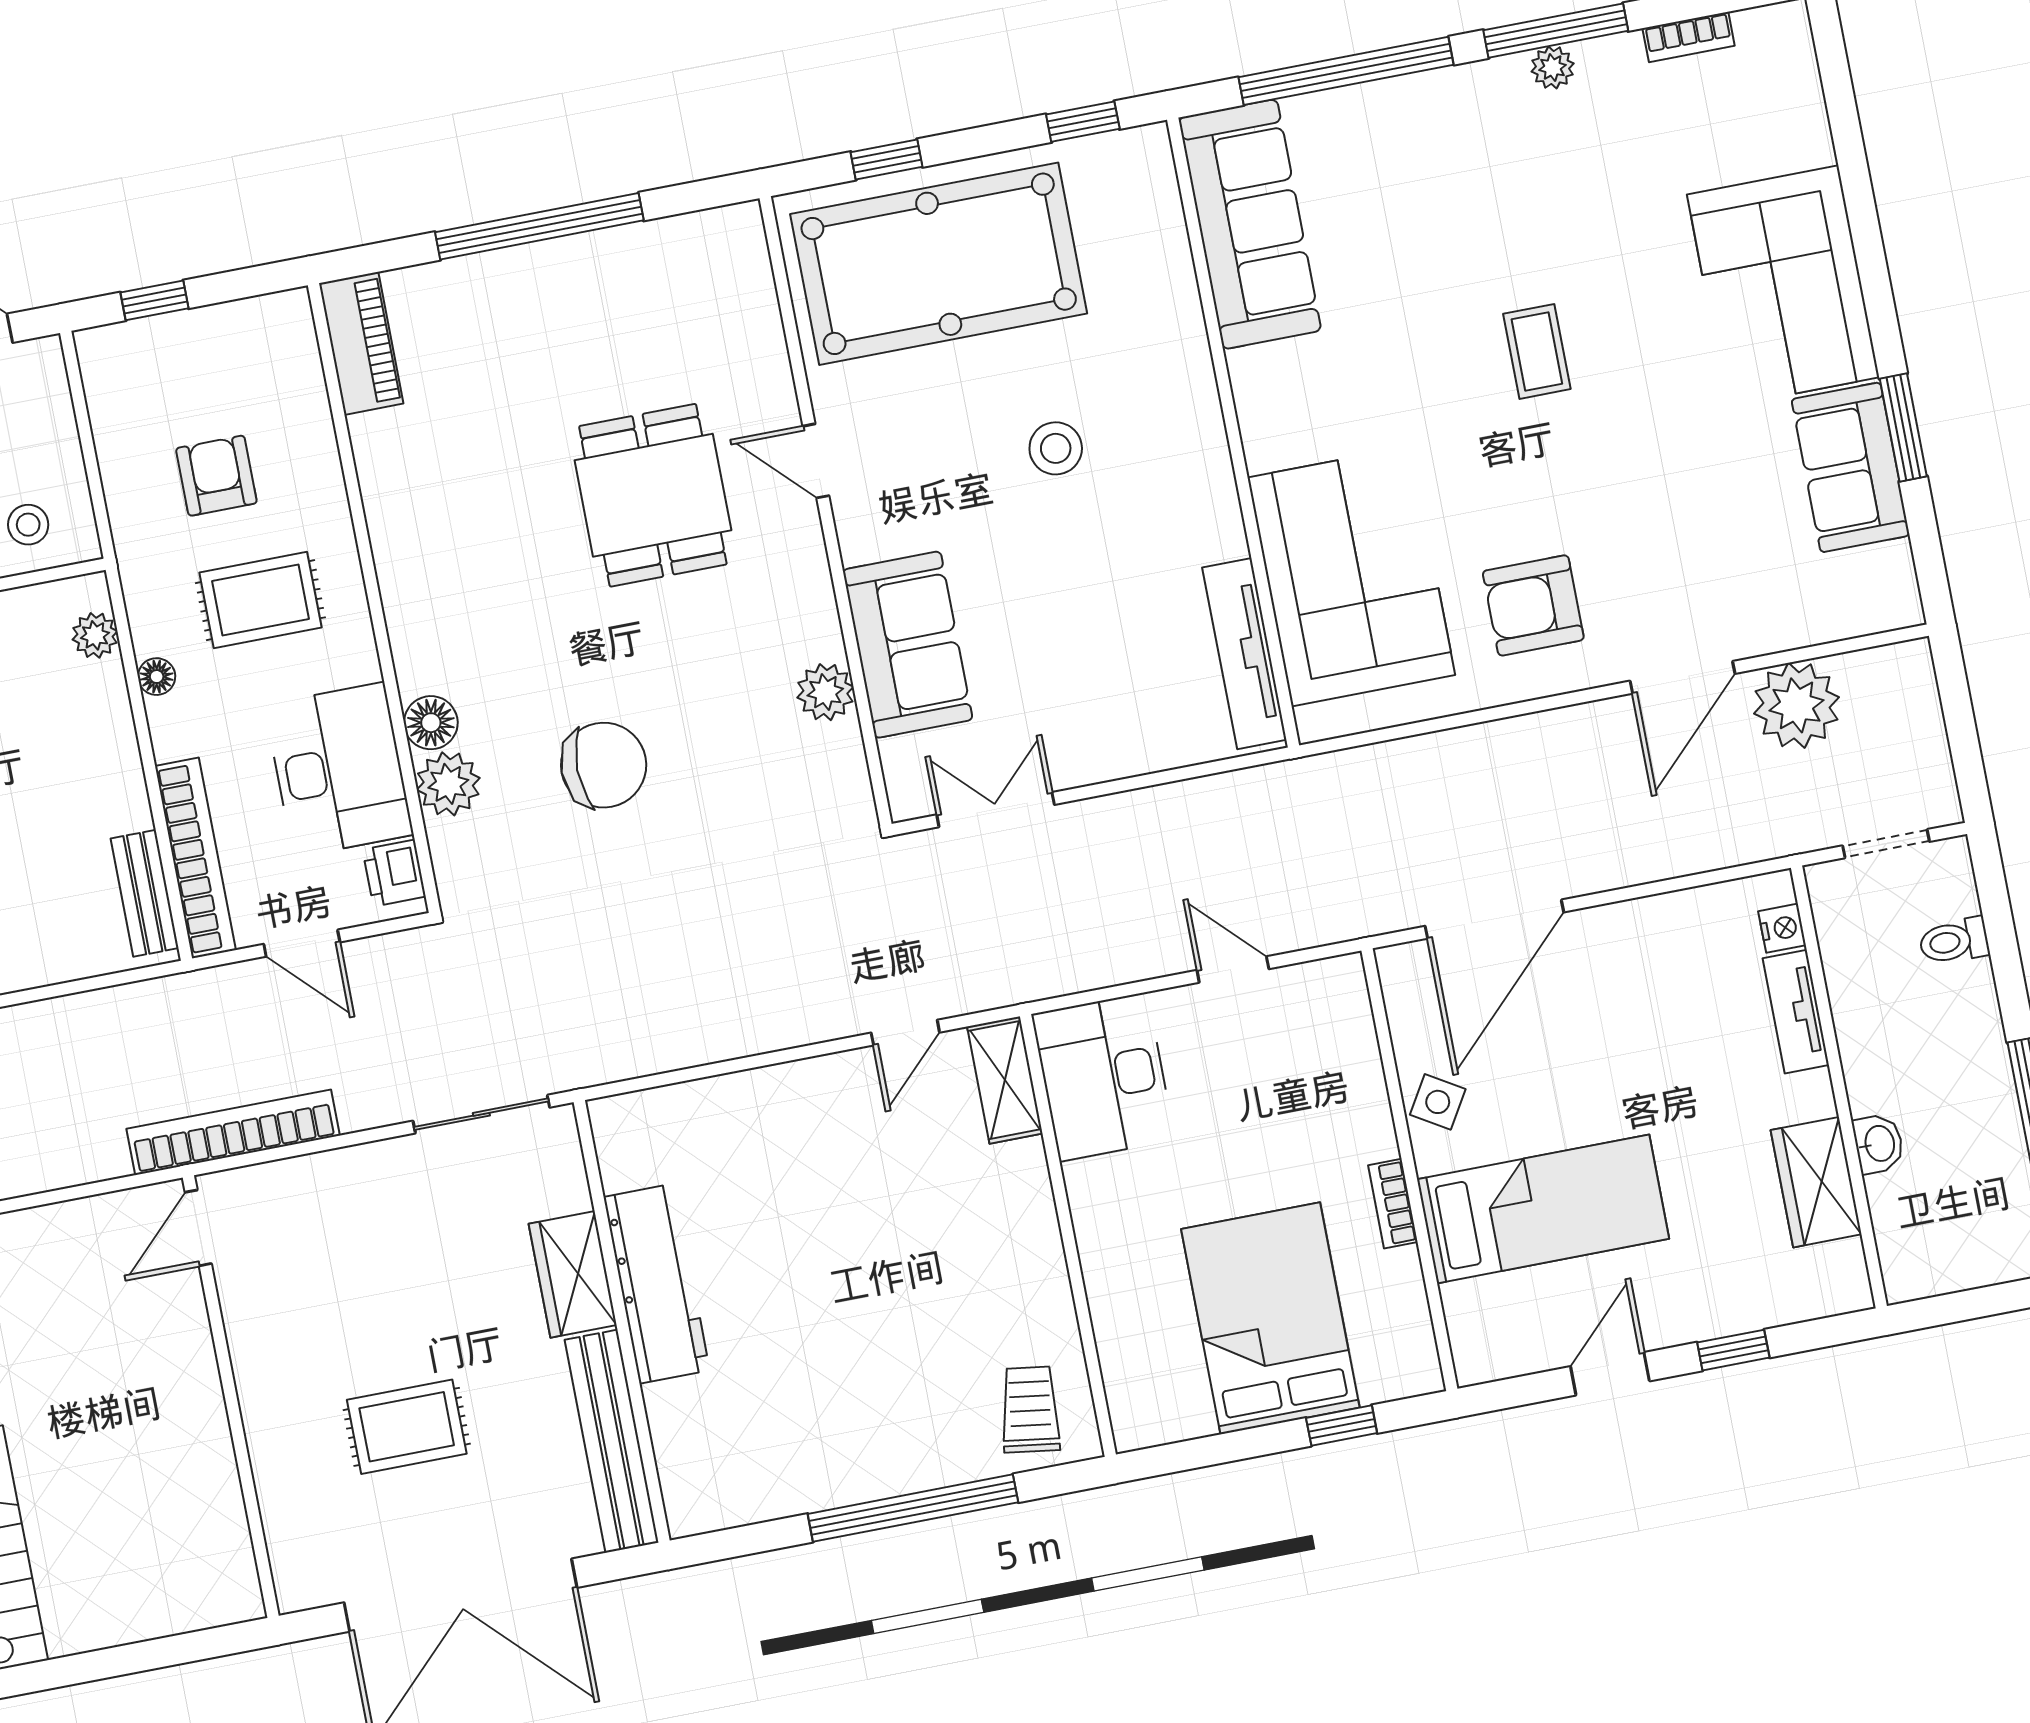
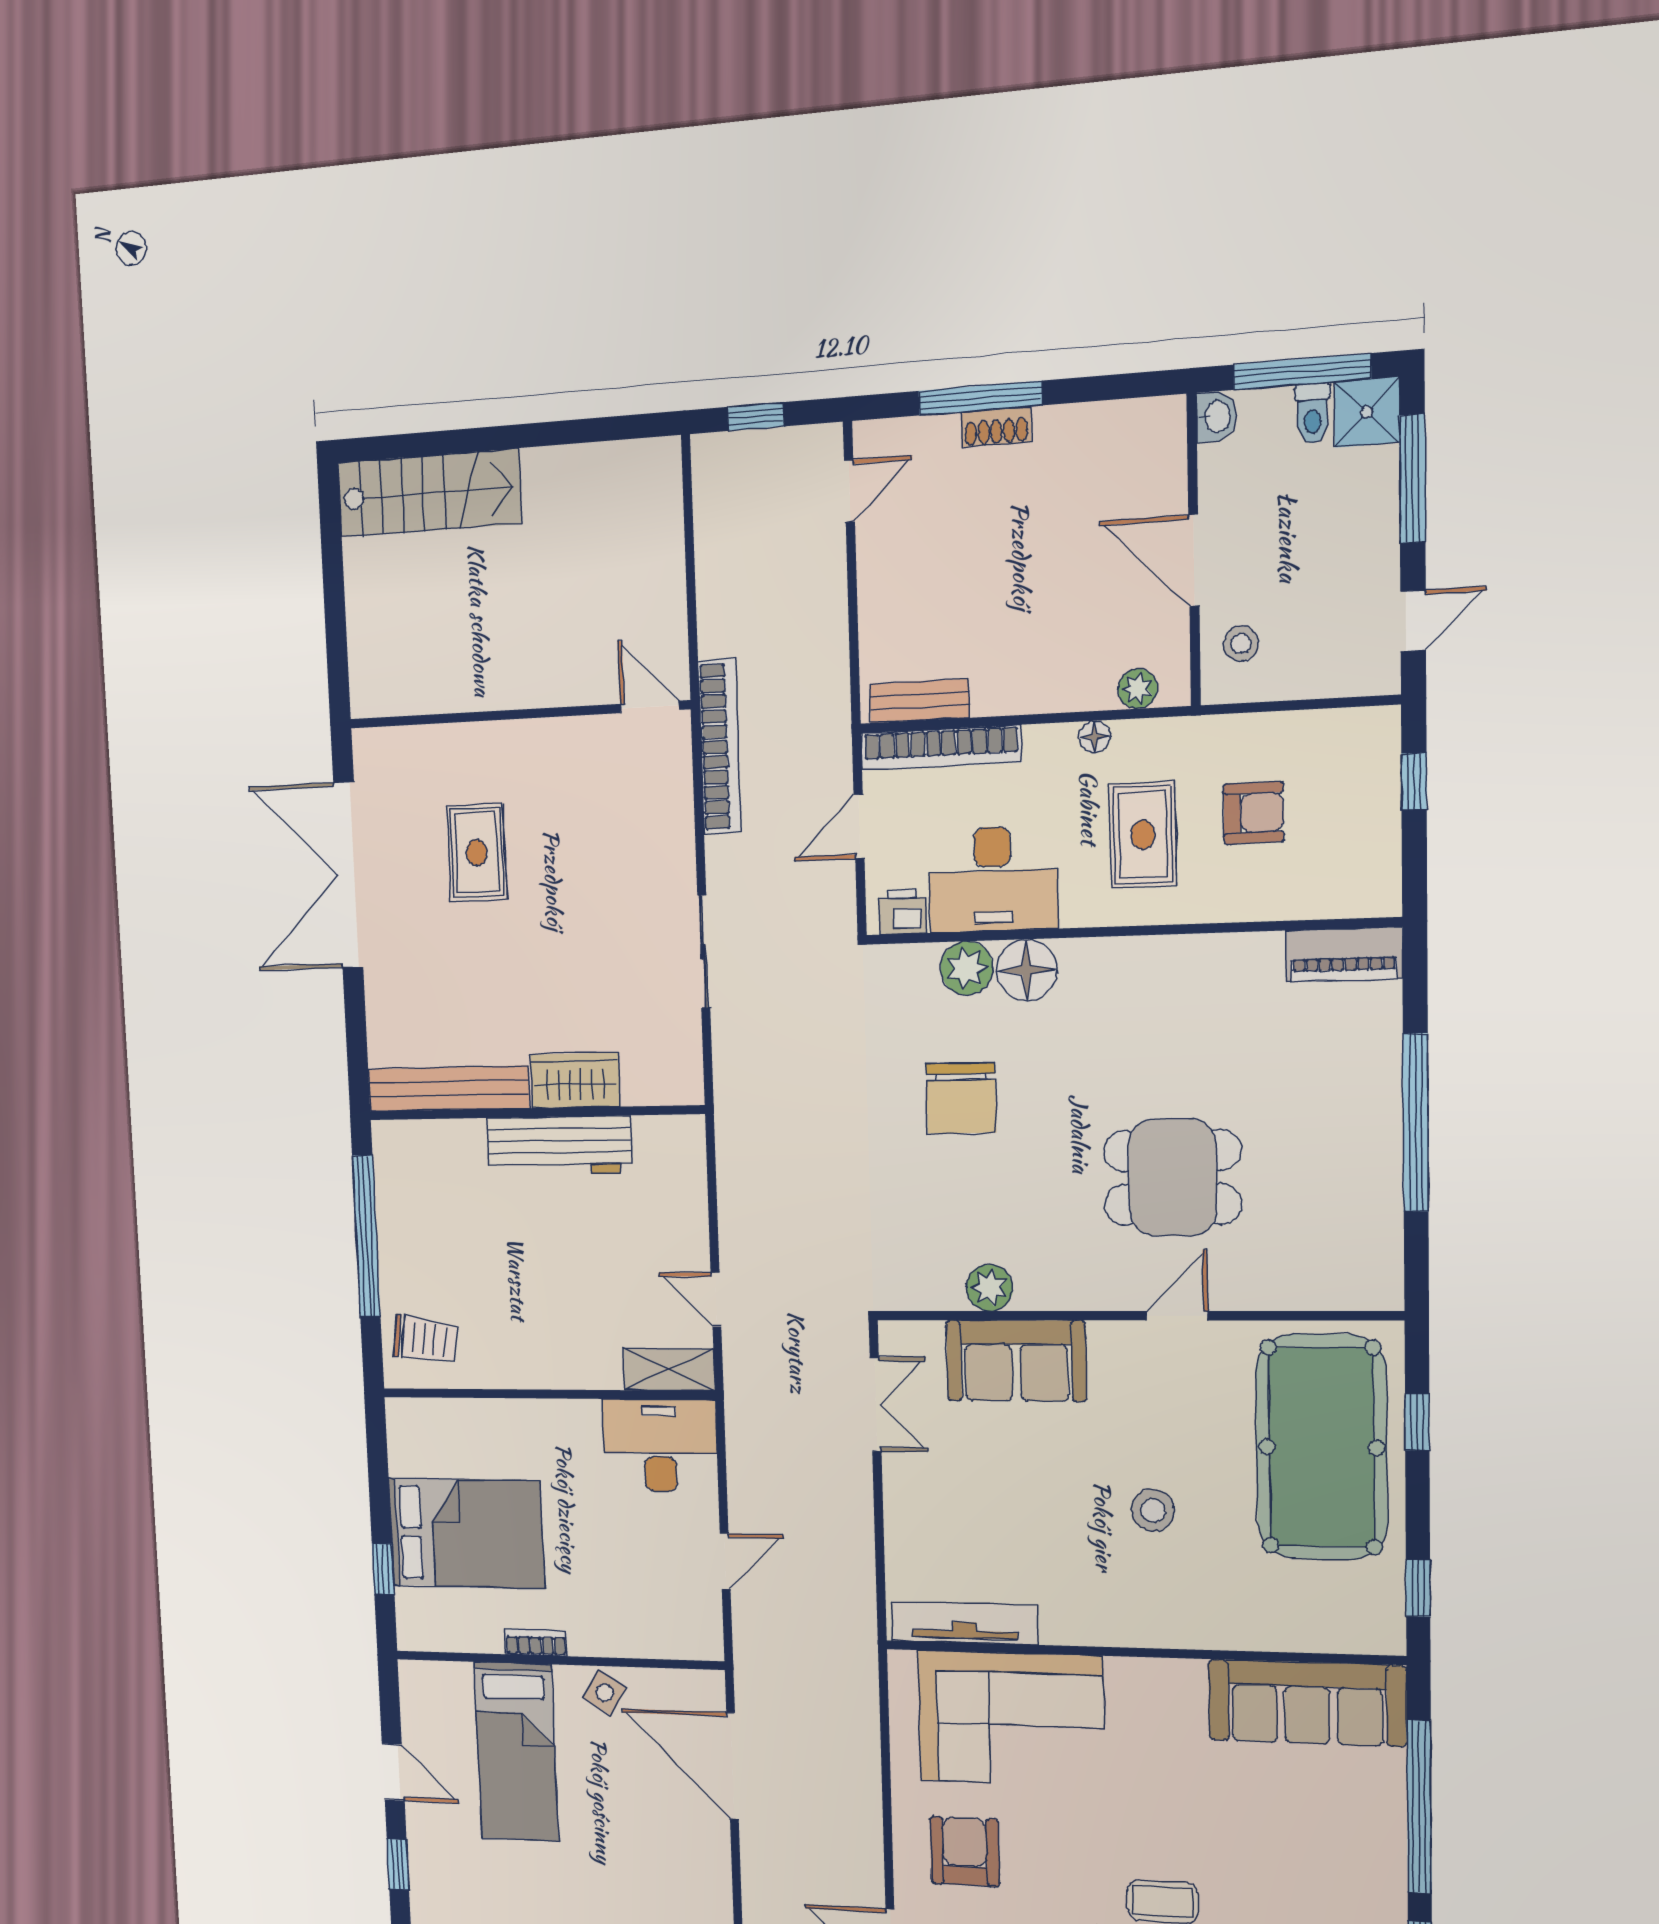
floor lamp: (431, 723) -> (1027, 970), width x1.38, depth x1.38
wardrobe: (573, 1274) -> (575, 1080), moved
workbench: (657, 1284) -> (559, 1145), moved
wall: (622, 1321) -> (535, 1113), moved
bench: (612, 1441) -> (448, 1089), moved

